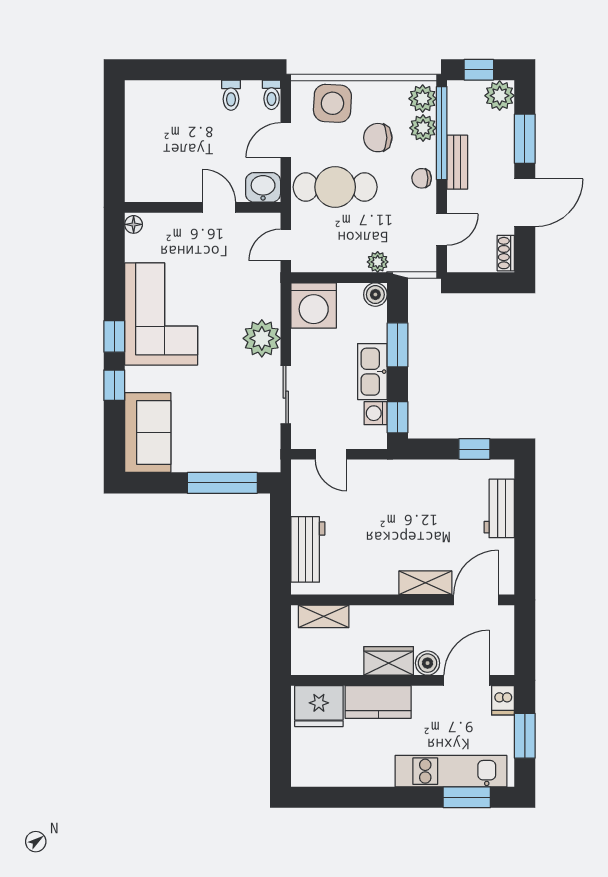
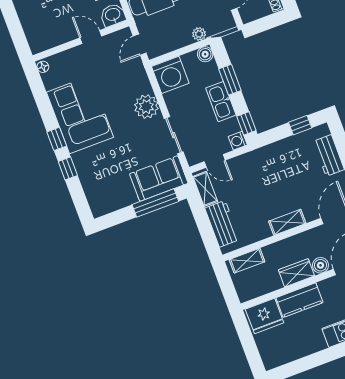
washing machine: (376, 413) -> (238, 141), moved
sofa: (148, 433) -> (159, 179), moved, turned -90
shelving: (302, 490) -> (205, 189), added
shelving: (425, 583) -> (287, 222), moved

